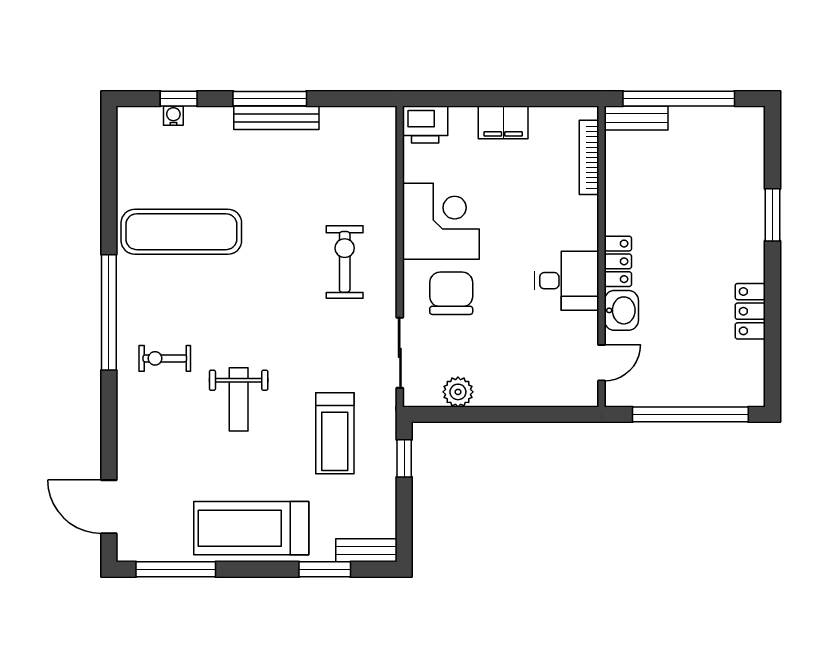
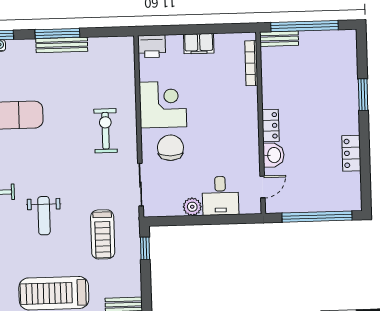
desk: (567, 281) -> (220, 196), moved, turned 90
plant: (458, 392) -> (192, 207), moved

